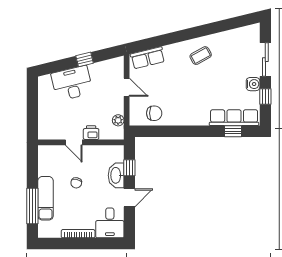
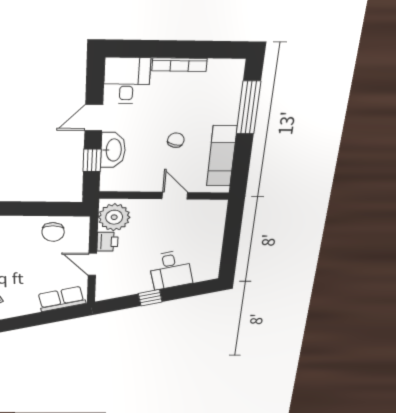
desk: (72, 83) -> (170, 270), width x0.73
chair: (154, 113) -> (53, 232), turned -90
plant: (118, 120) -> (114, 217), width x1.87, depth x1.87
printer: (91, 133) -> (107, 242), moved, turned -90
exam couch: (46, 198) -> (222, 156), moved

